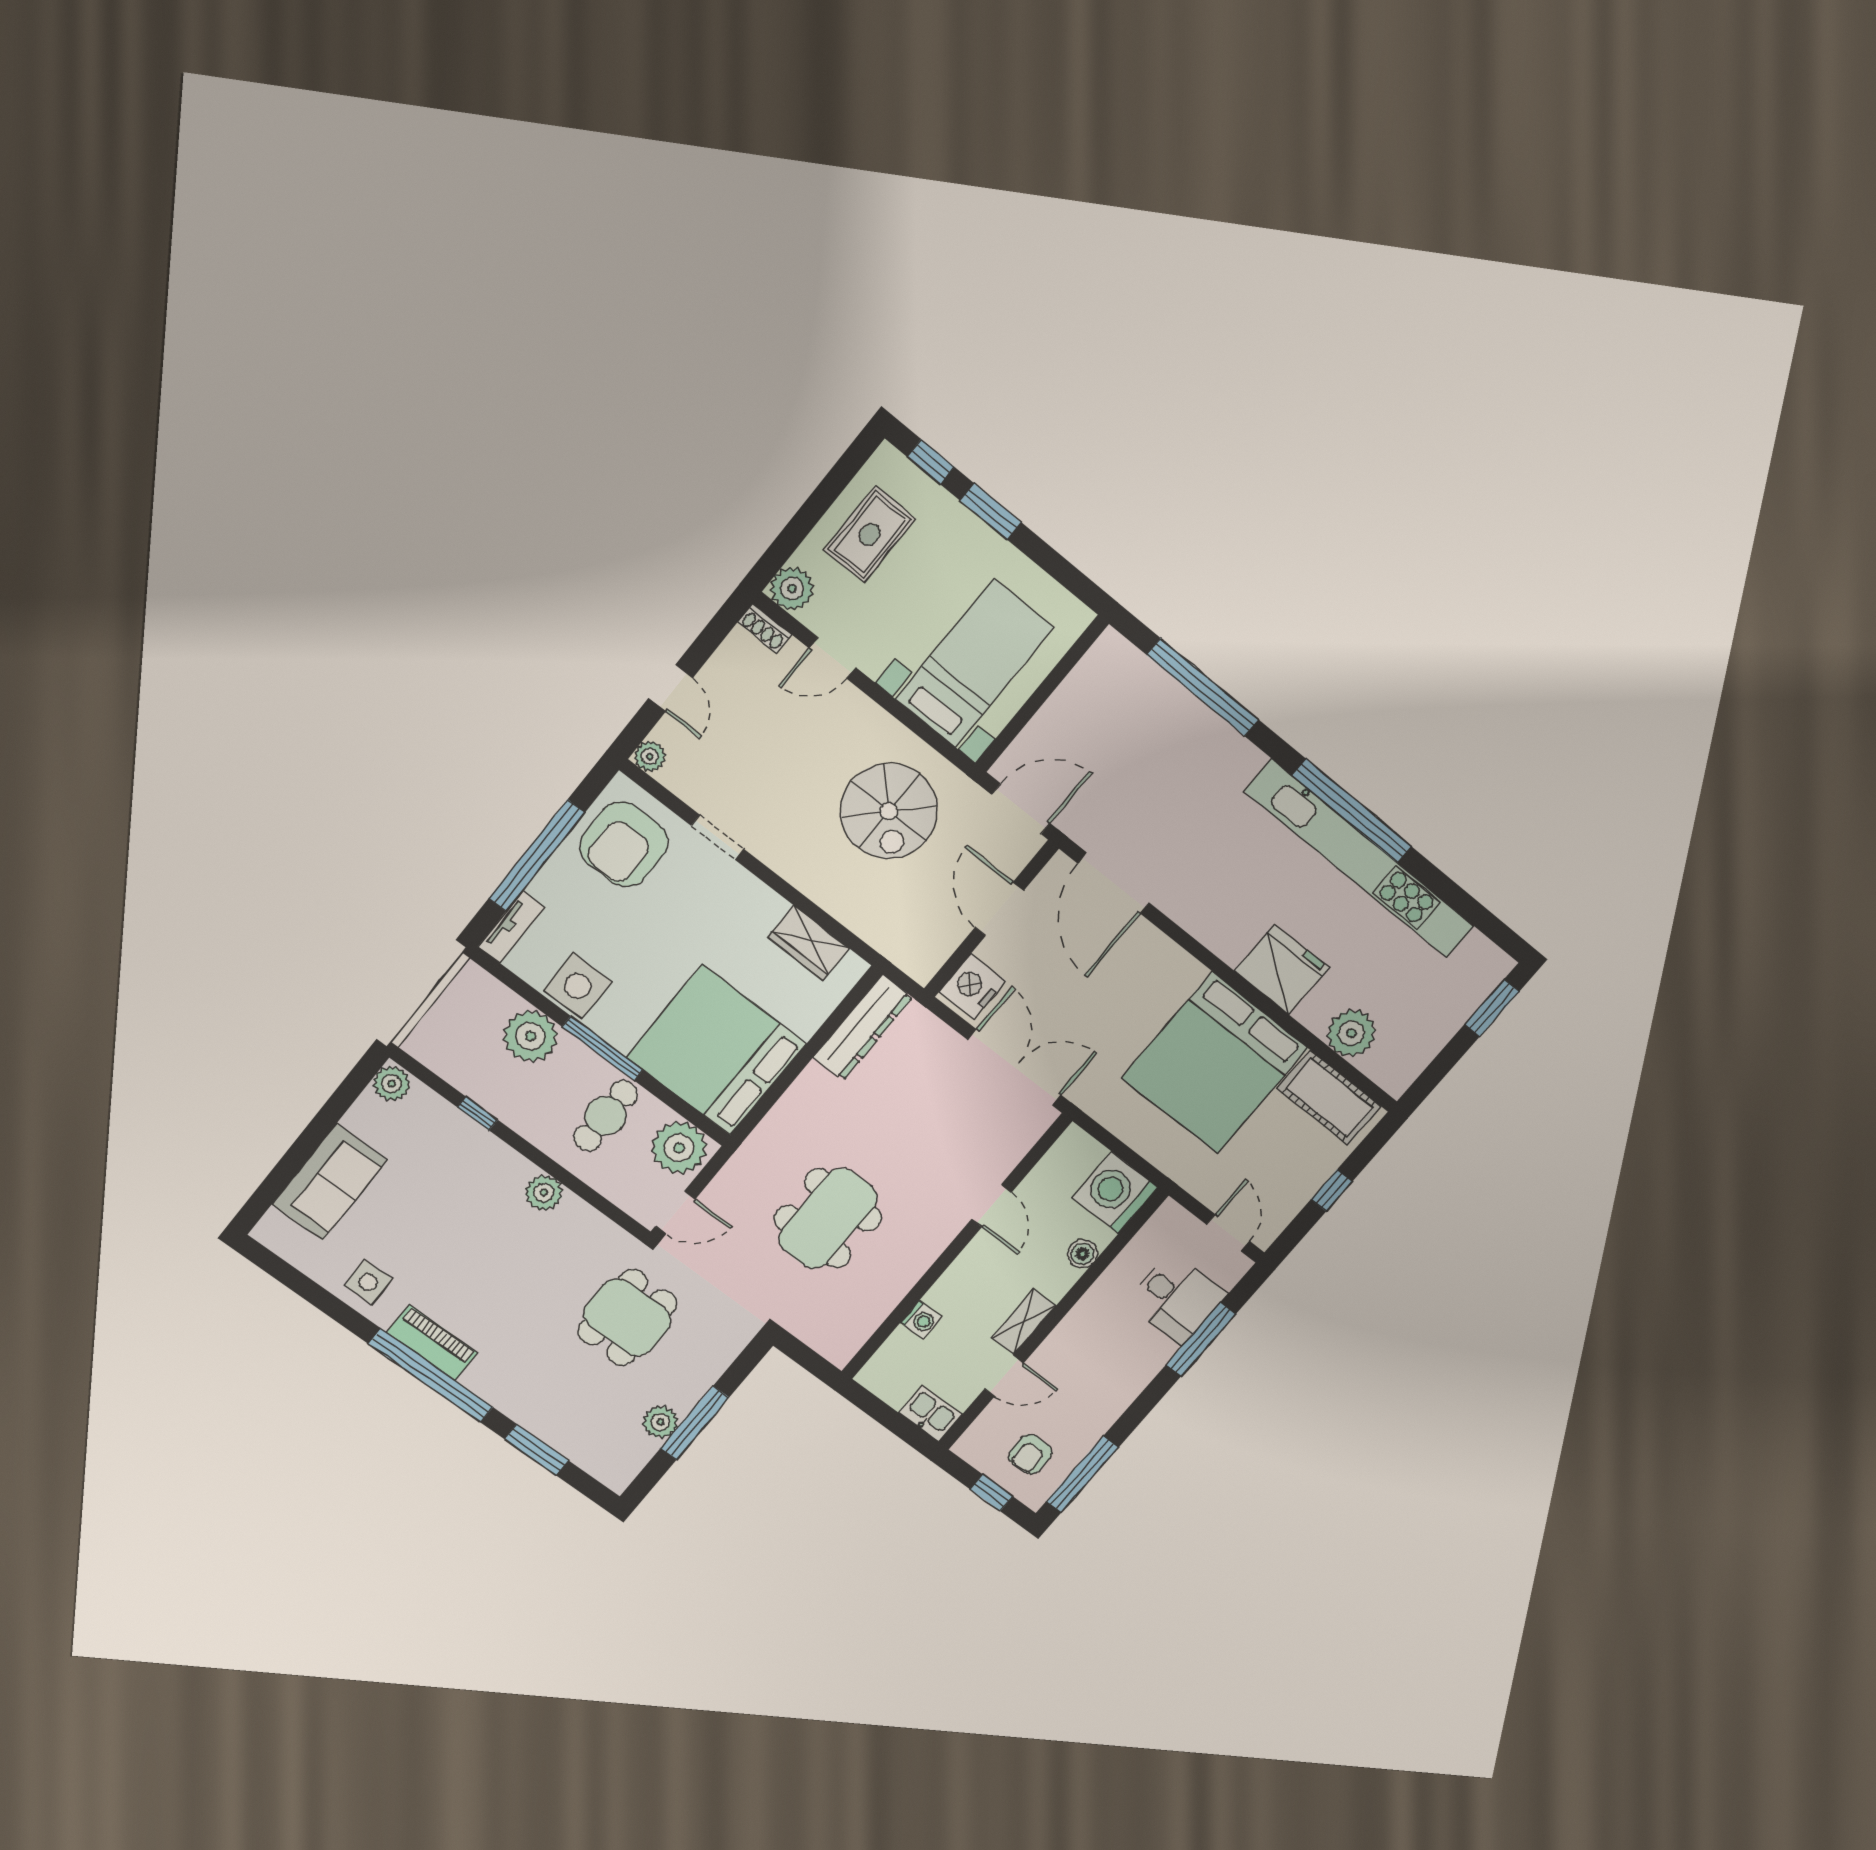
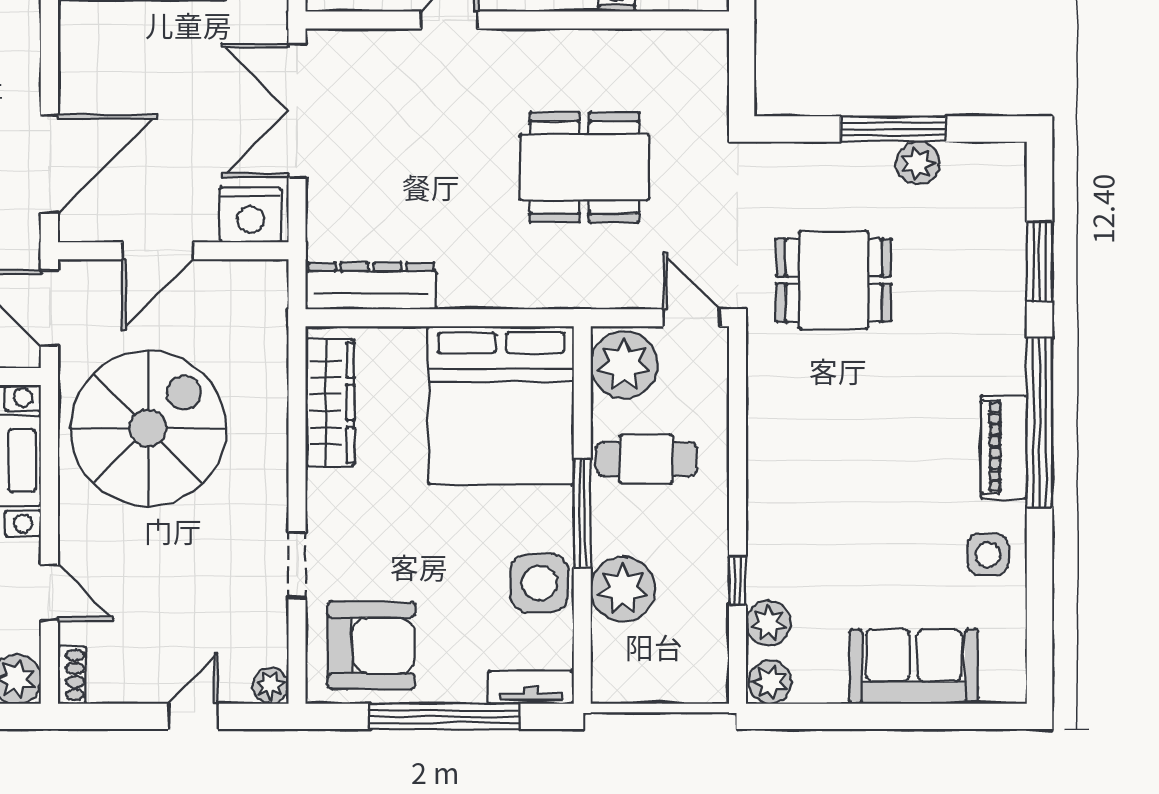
spiral stairs: (889, 811) -> (148, 428), width x1.37, depth x1.37
wardrobe: (808, 943) -> (330, 403), width x1.50
plant: (544, 1193) -> (768, 623), moved

